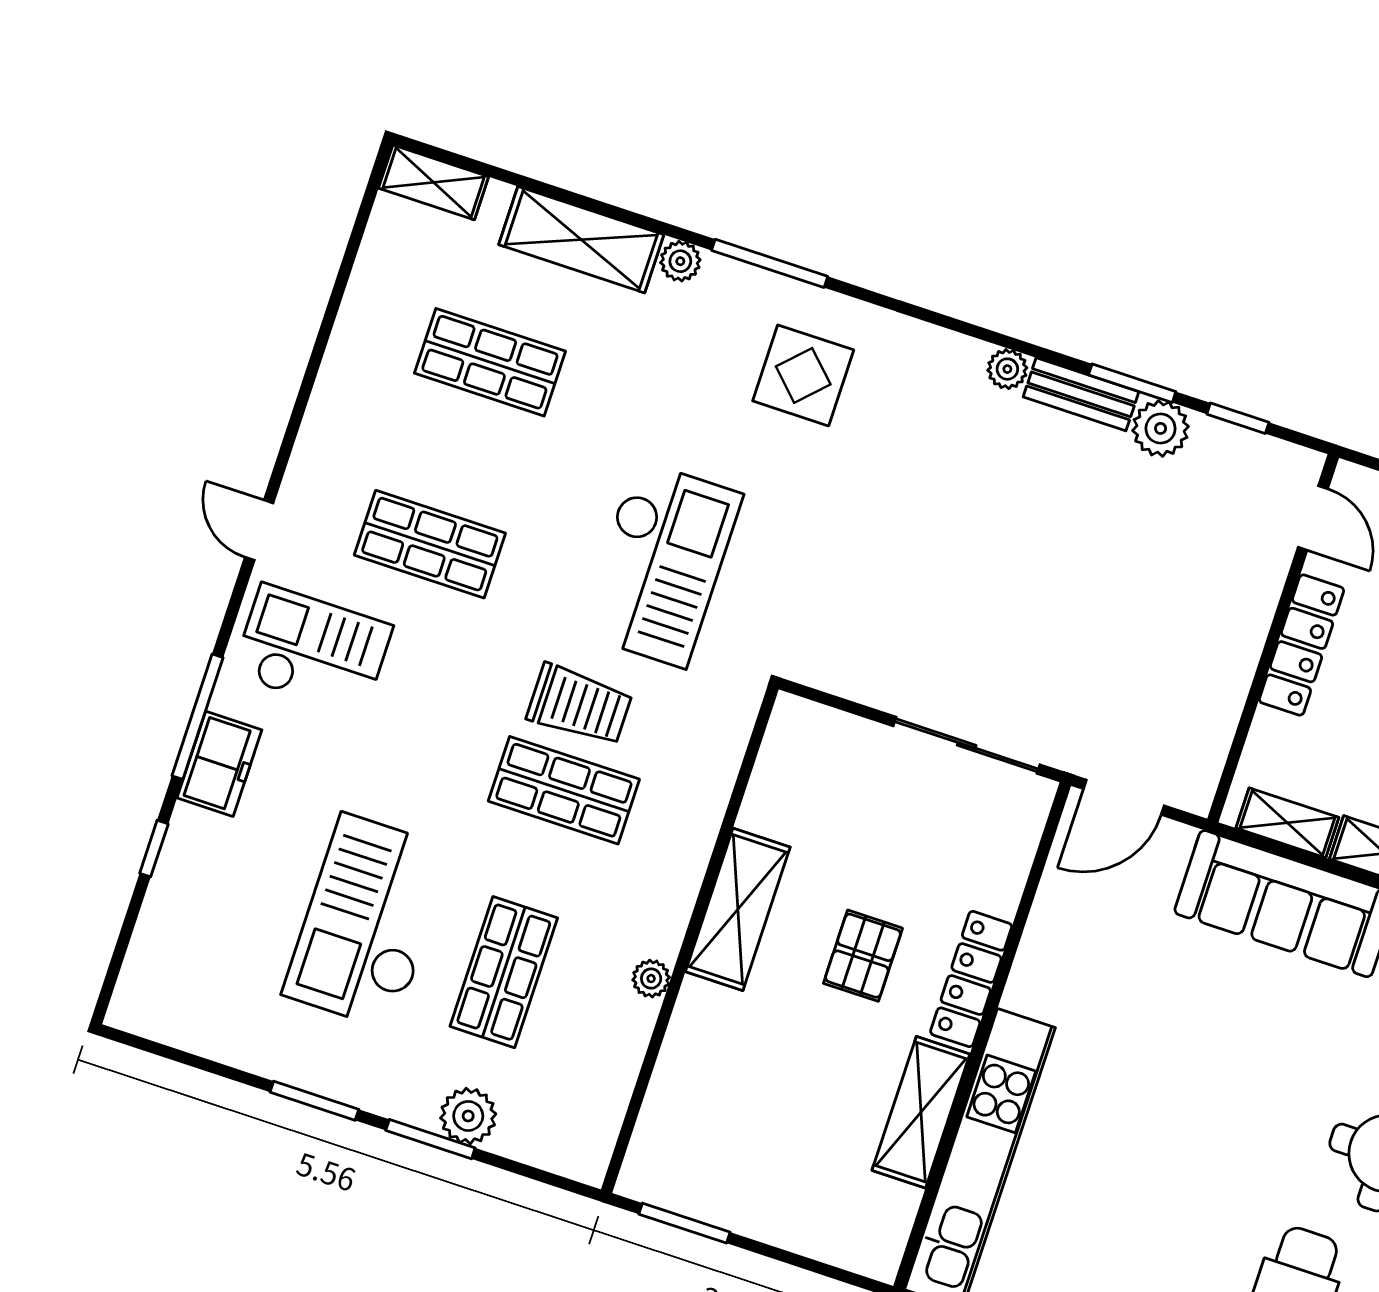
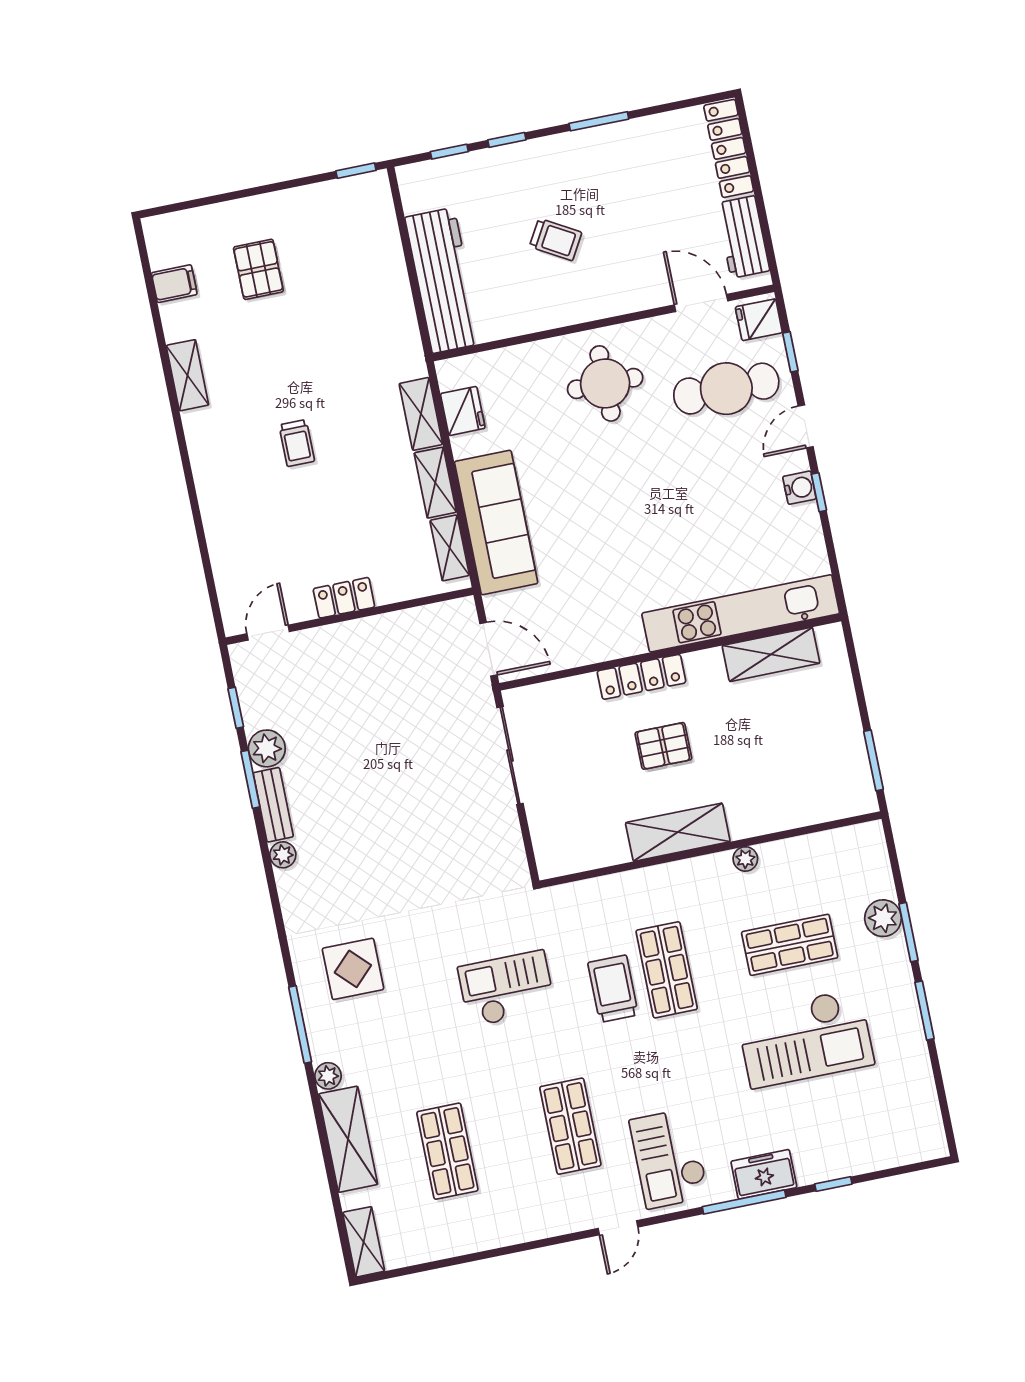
checkout: (660, 564) -> (507, 989), width x0.73, depth x0.83
locker: (1302, 645) -> (344, 598), width x0.66
shelving: (921, 1112) -> (771, 654), moved

